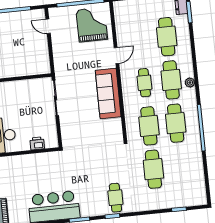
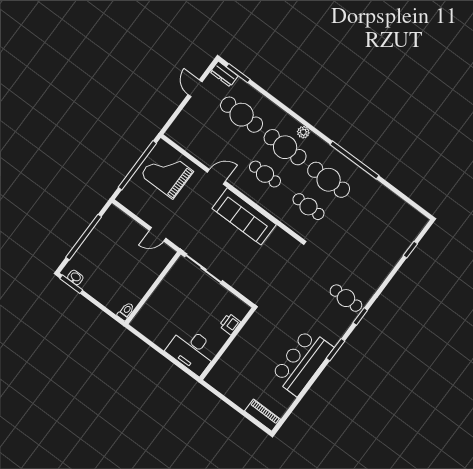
door: (48, 26) -> (158, 234), moved
door: (116, 56) -> (216, 177), hinge flipped
cafe table: (149, 126) -> (308, 207), width x0.73, depth x0.74
cafe table: (153, 169) -> (352, 239), removed

